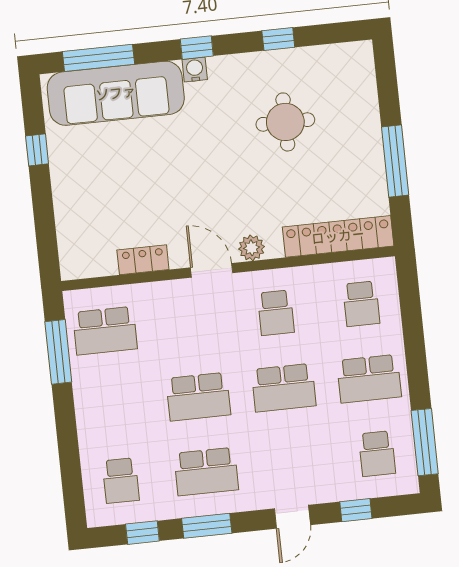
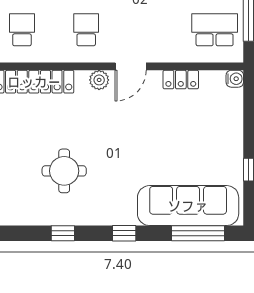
water cooler: (195, 69) -> (235, 79), moved, turned -90
door: (212, 270) -> (131, 66), hinge flipped

